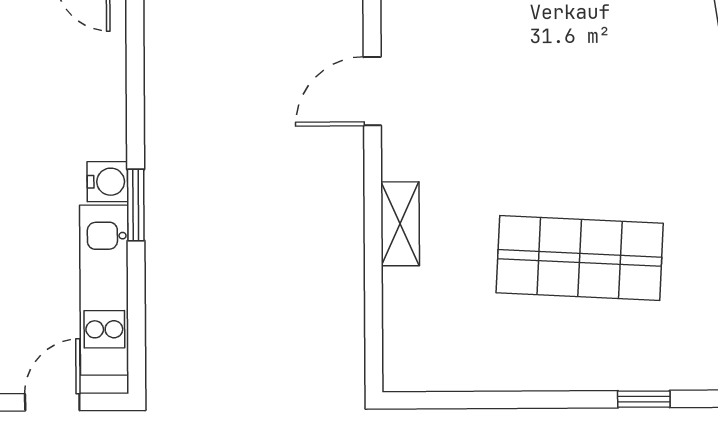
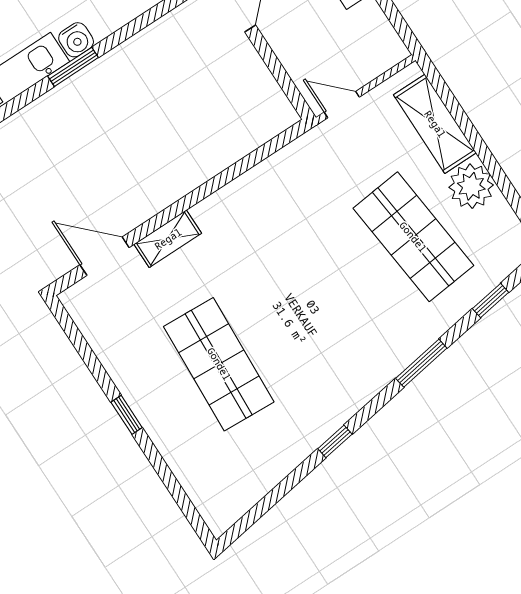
door: (372, 91) -> (105, 256), moved
window: (644, 399) -> (127, 415), moved

